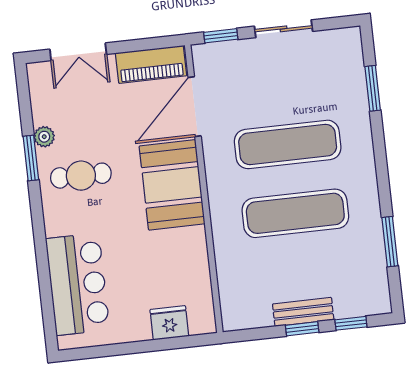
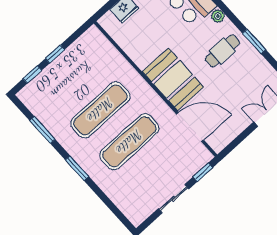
piano: (151, 64) -> (227, 132), removed
window: (373, 88) -> (77, 168), moved
door: (195, 107) -> (190, 127), hinge flipped
plant: (44, 137) -> (218, 16), moved
bench: (303, 312) -> (61, 63), removed

